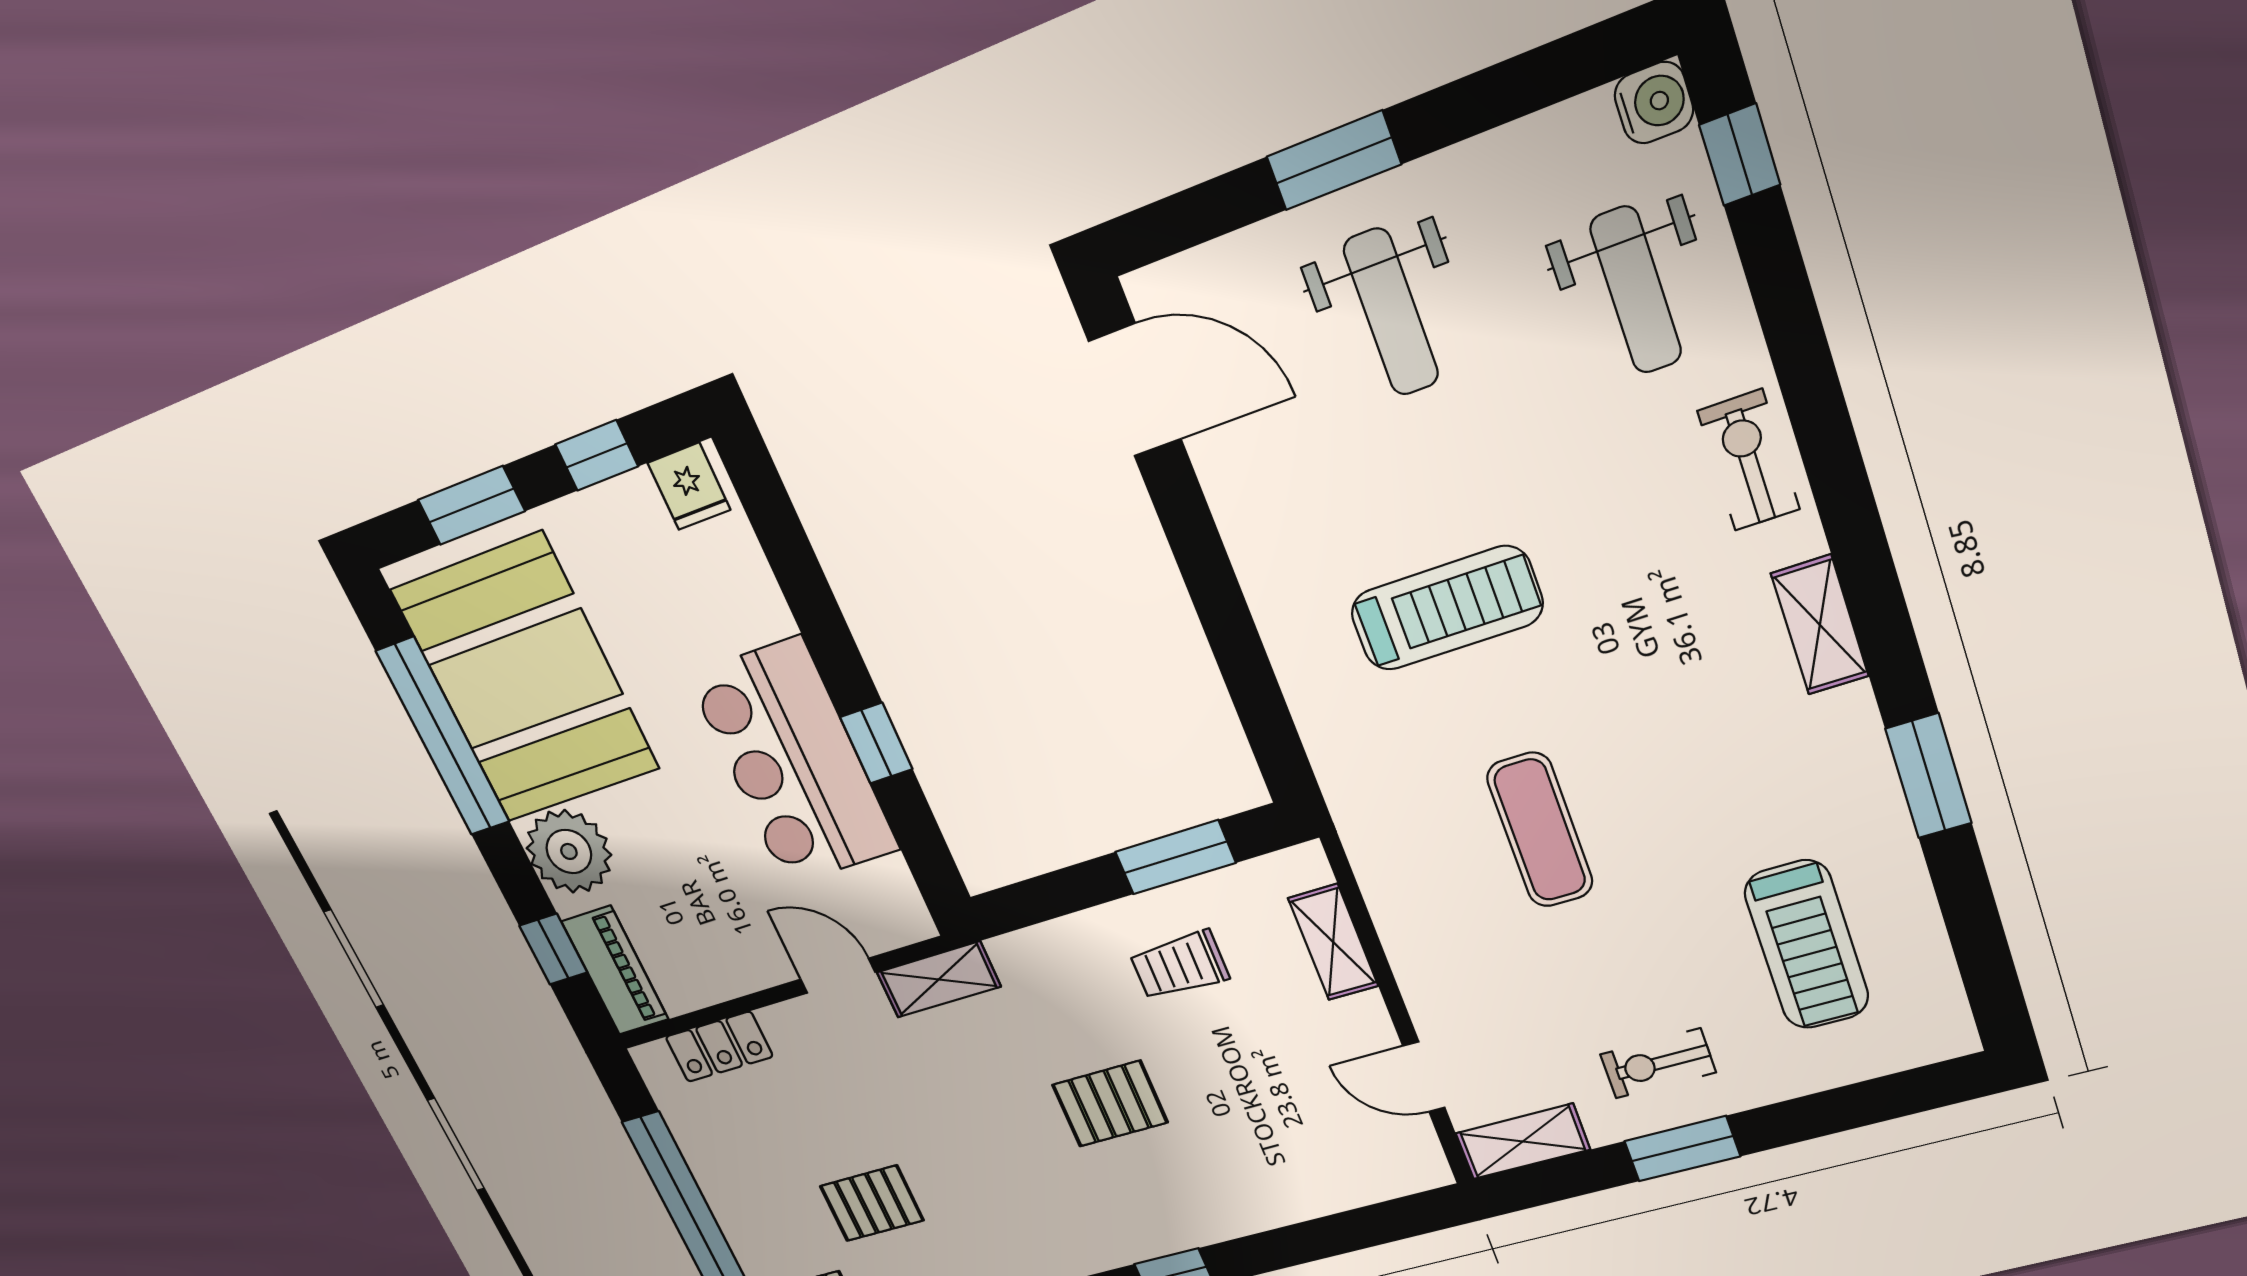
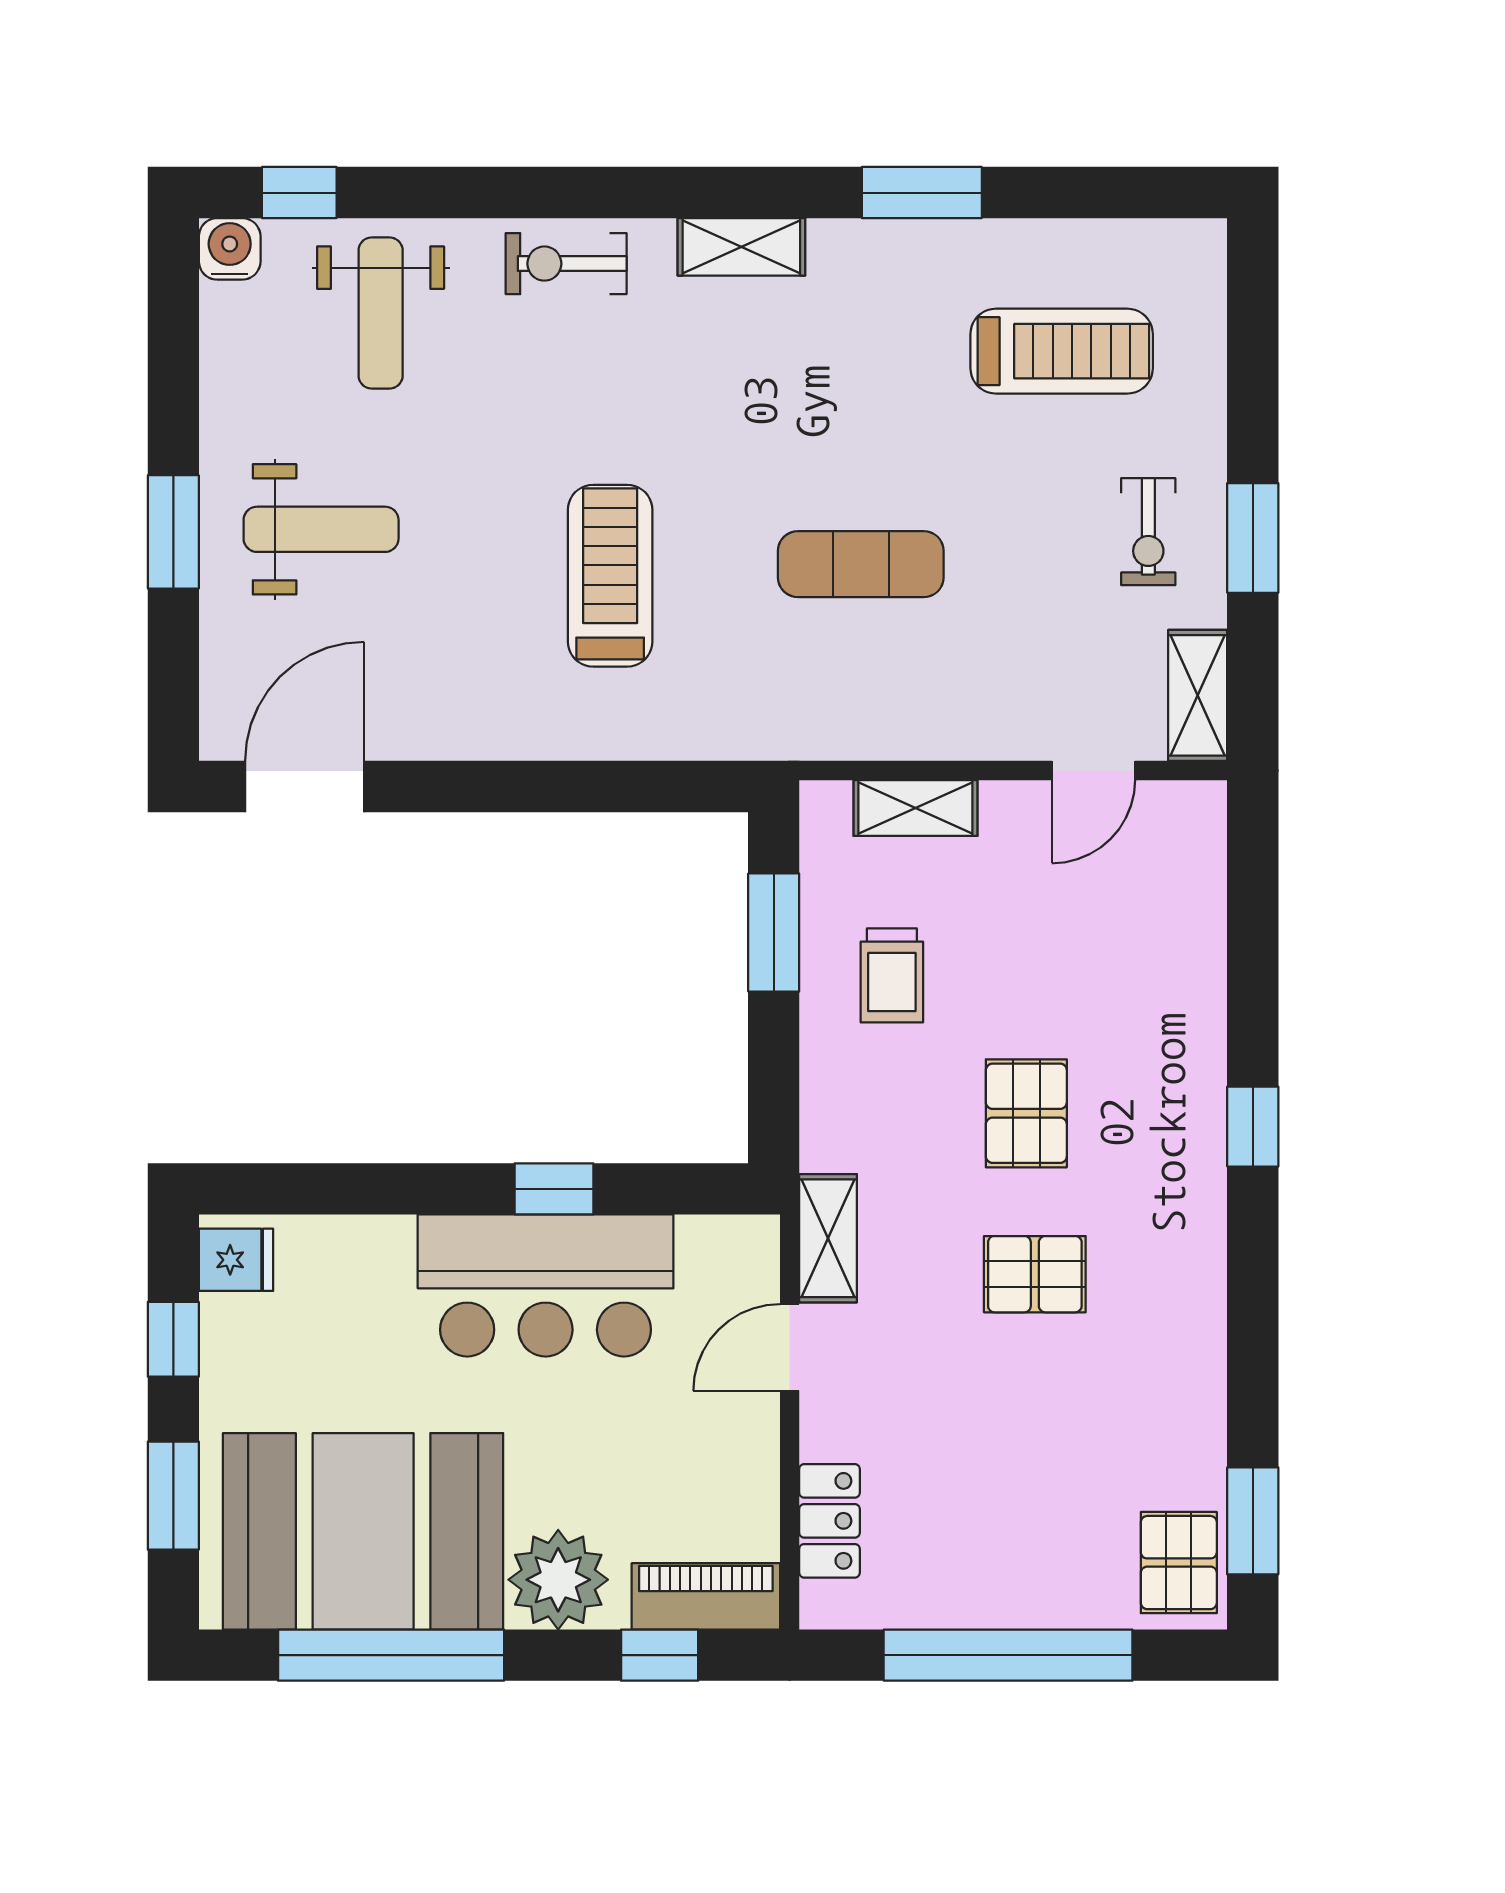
weight bench: (1636, 290) -> (381, 313), turned 90
pallet: (872, 1203) -> (1035, 1274), moved, turned 90

